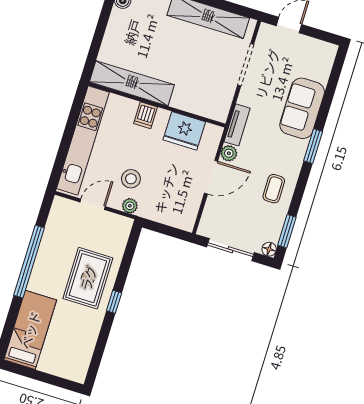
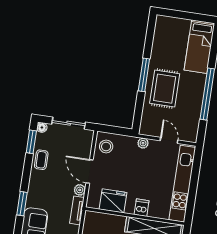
door: (211, 177) -> (90, 171), hinge flipped
stool: (131, 179) -> (106, 146), moved
coffee table: (274, 189) -> (41, 160), moved
door: (93, 204) -> (169, 140), swing flipped
window: (114, 302) -> (144, 75), width x2.17

